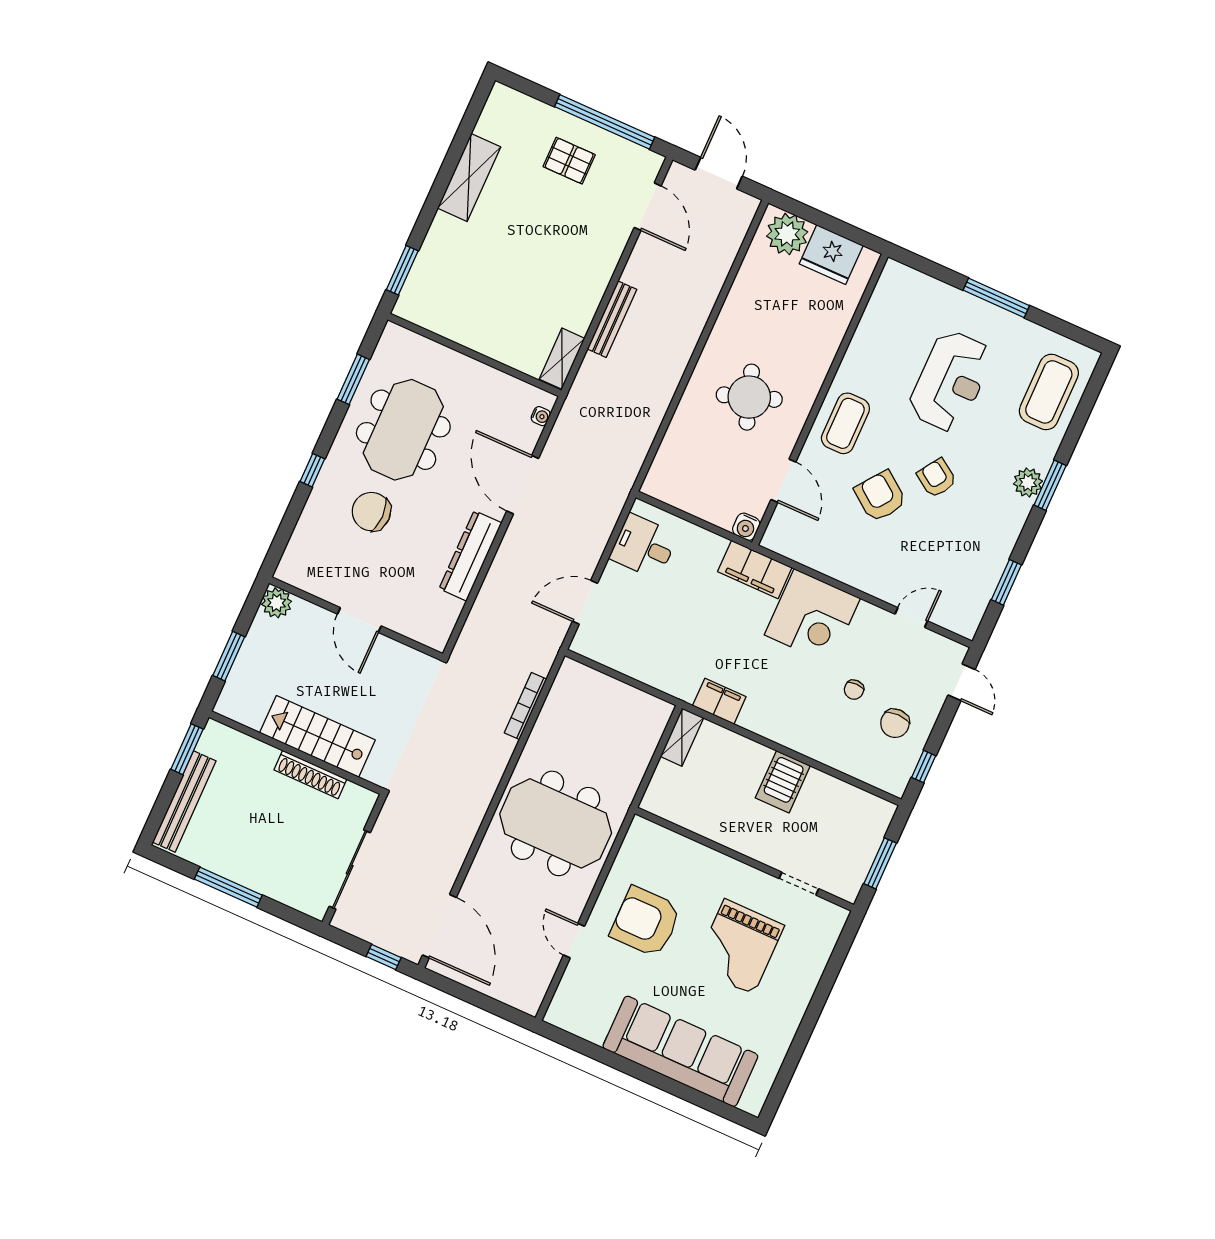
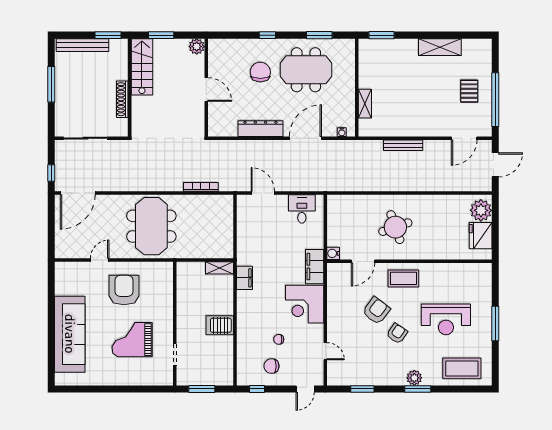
shelving: (562, 359) -> (365, 104), moved, turned 90
door: (359, 620) -> (206, 89), swing flipped
stairs: (317, 736) -> (142, 67), moved

